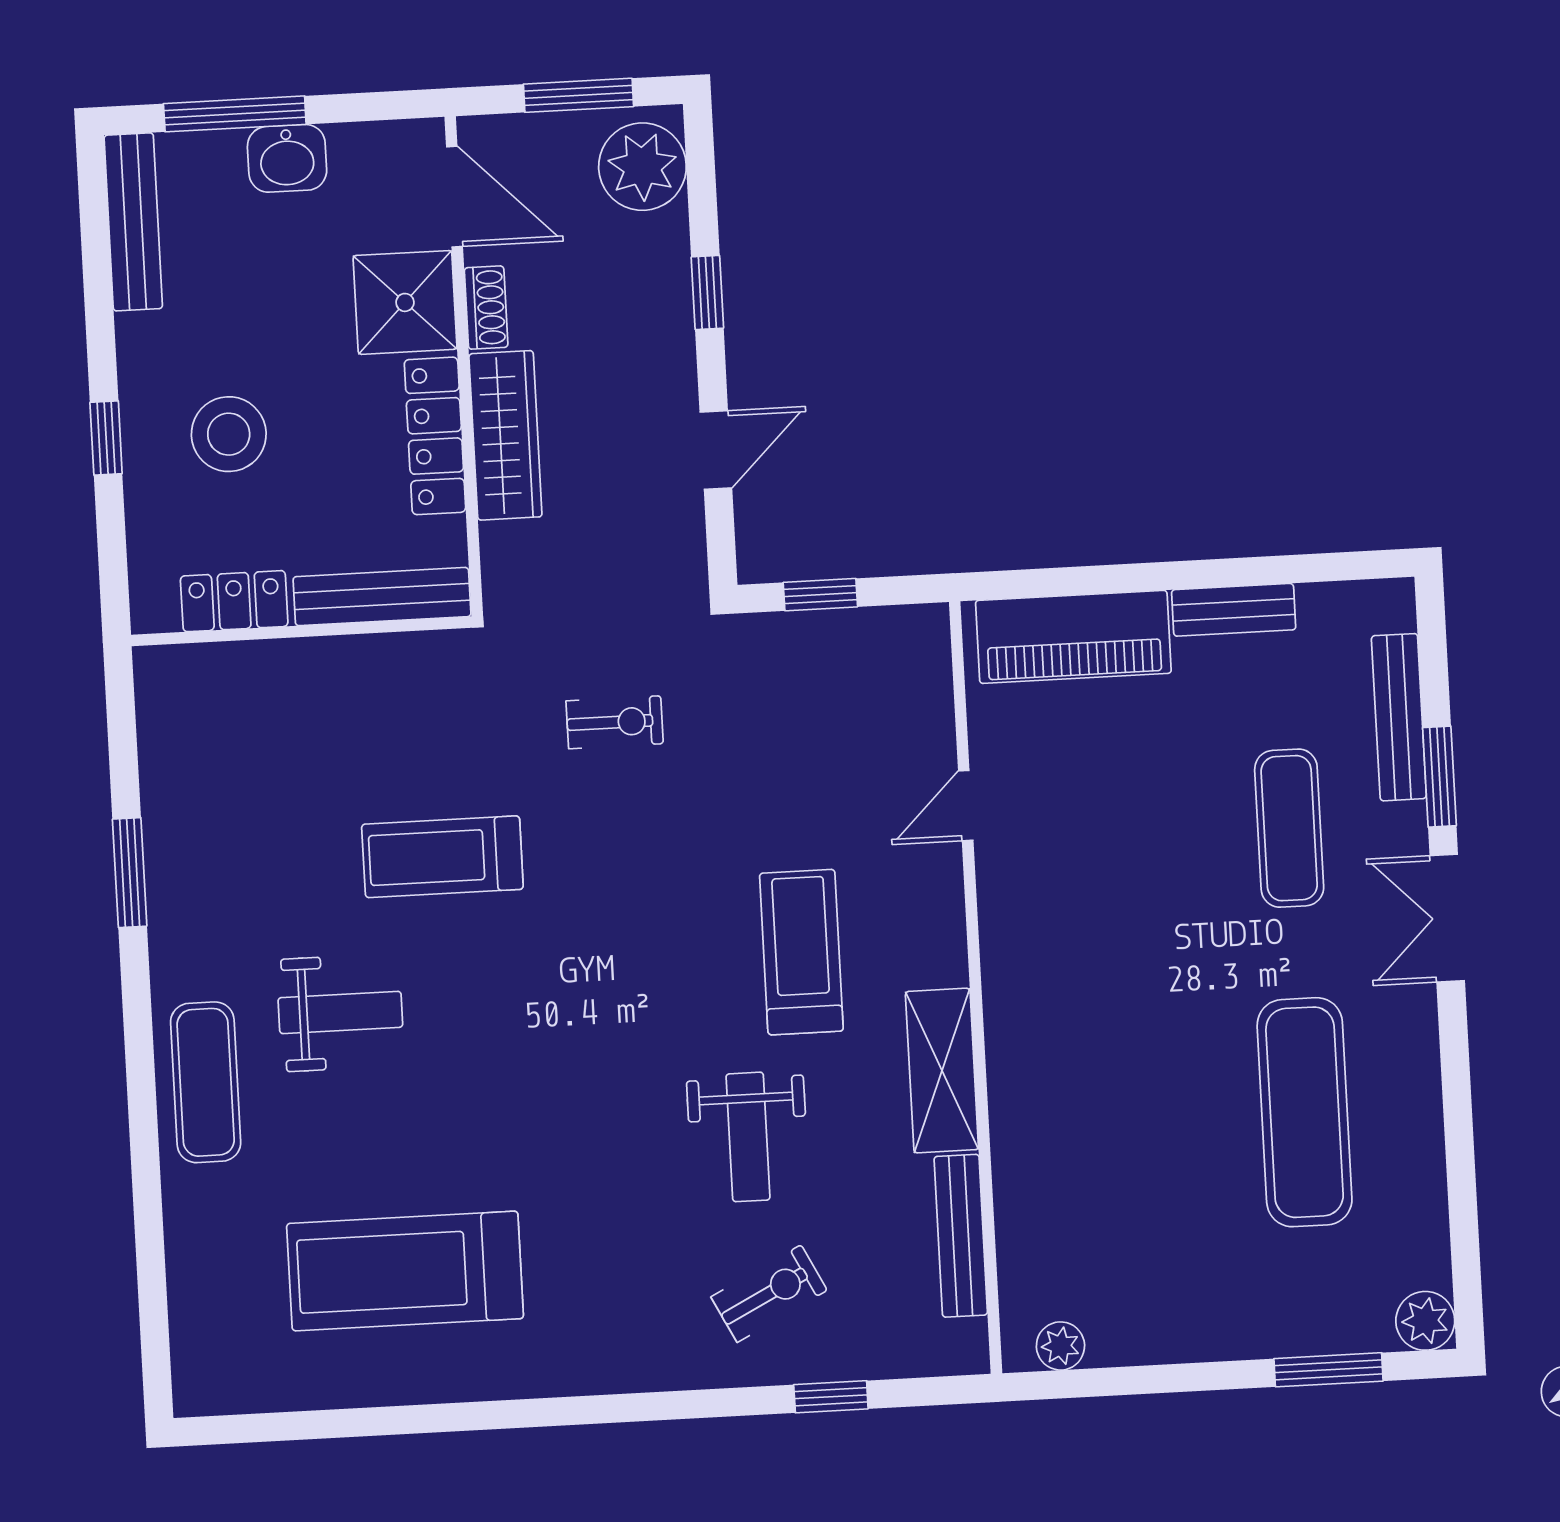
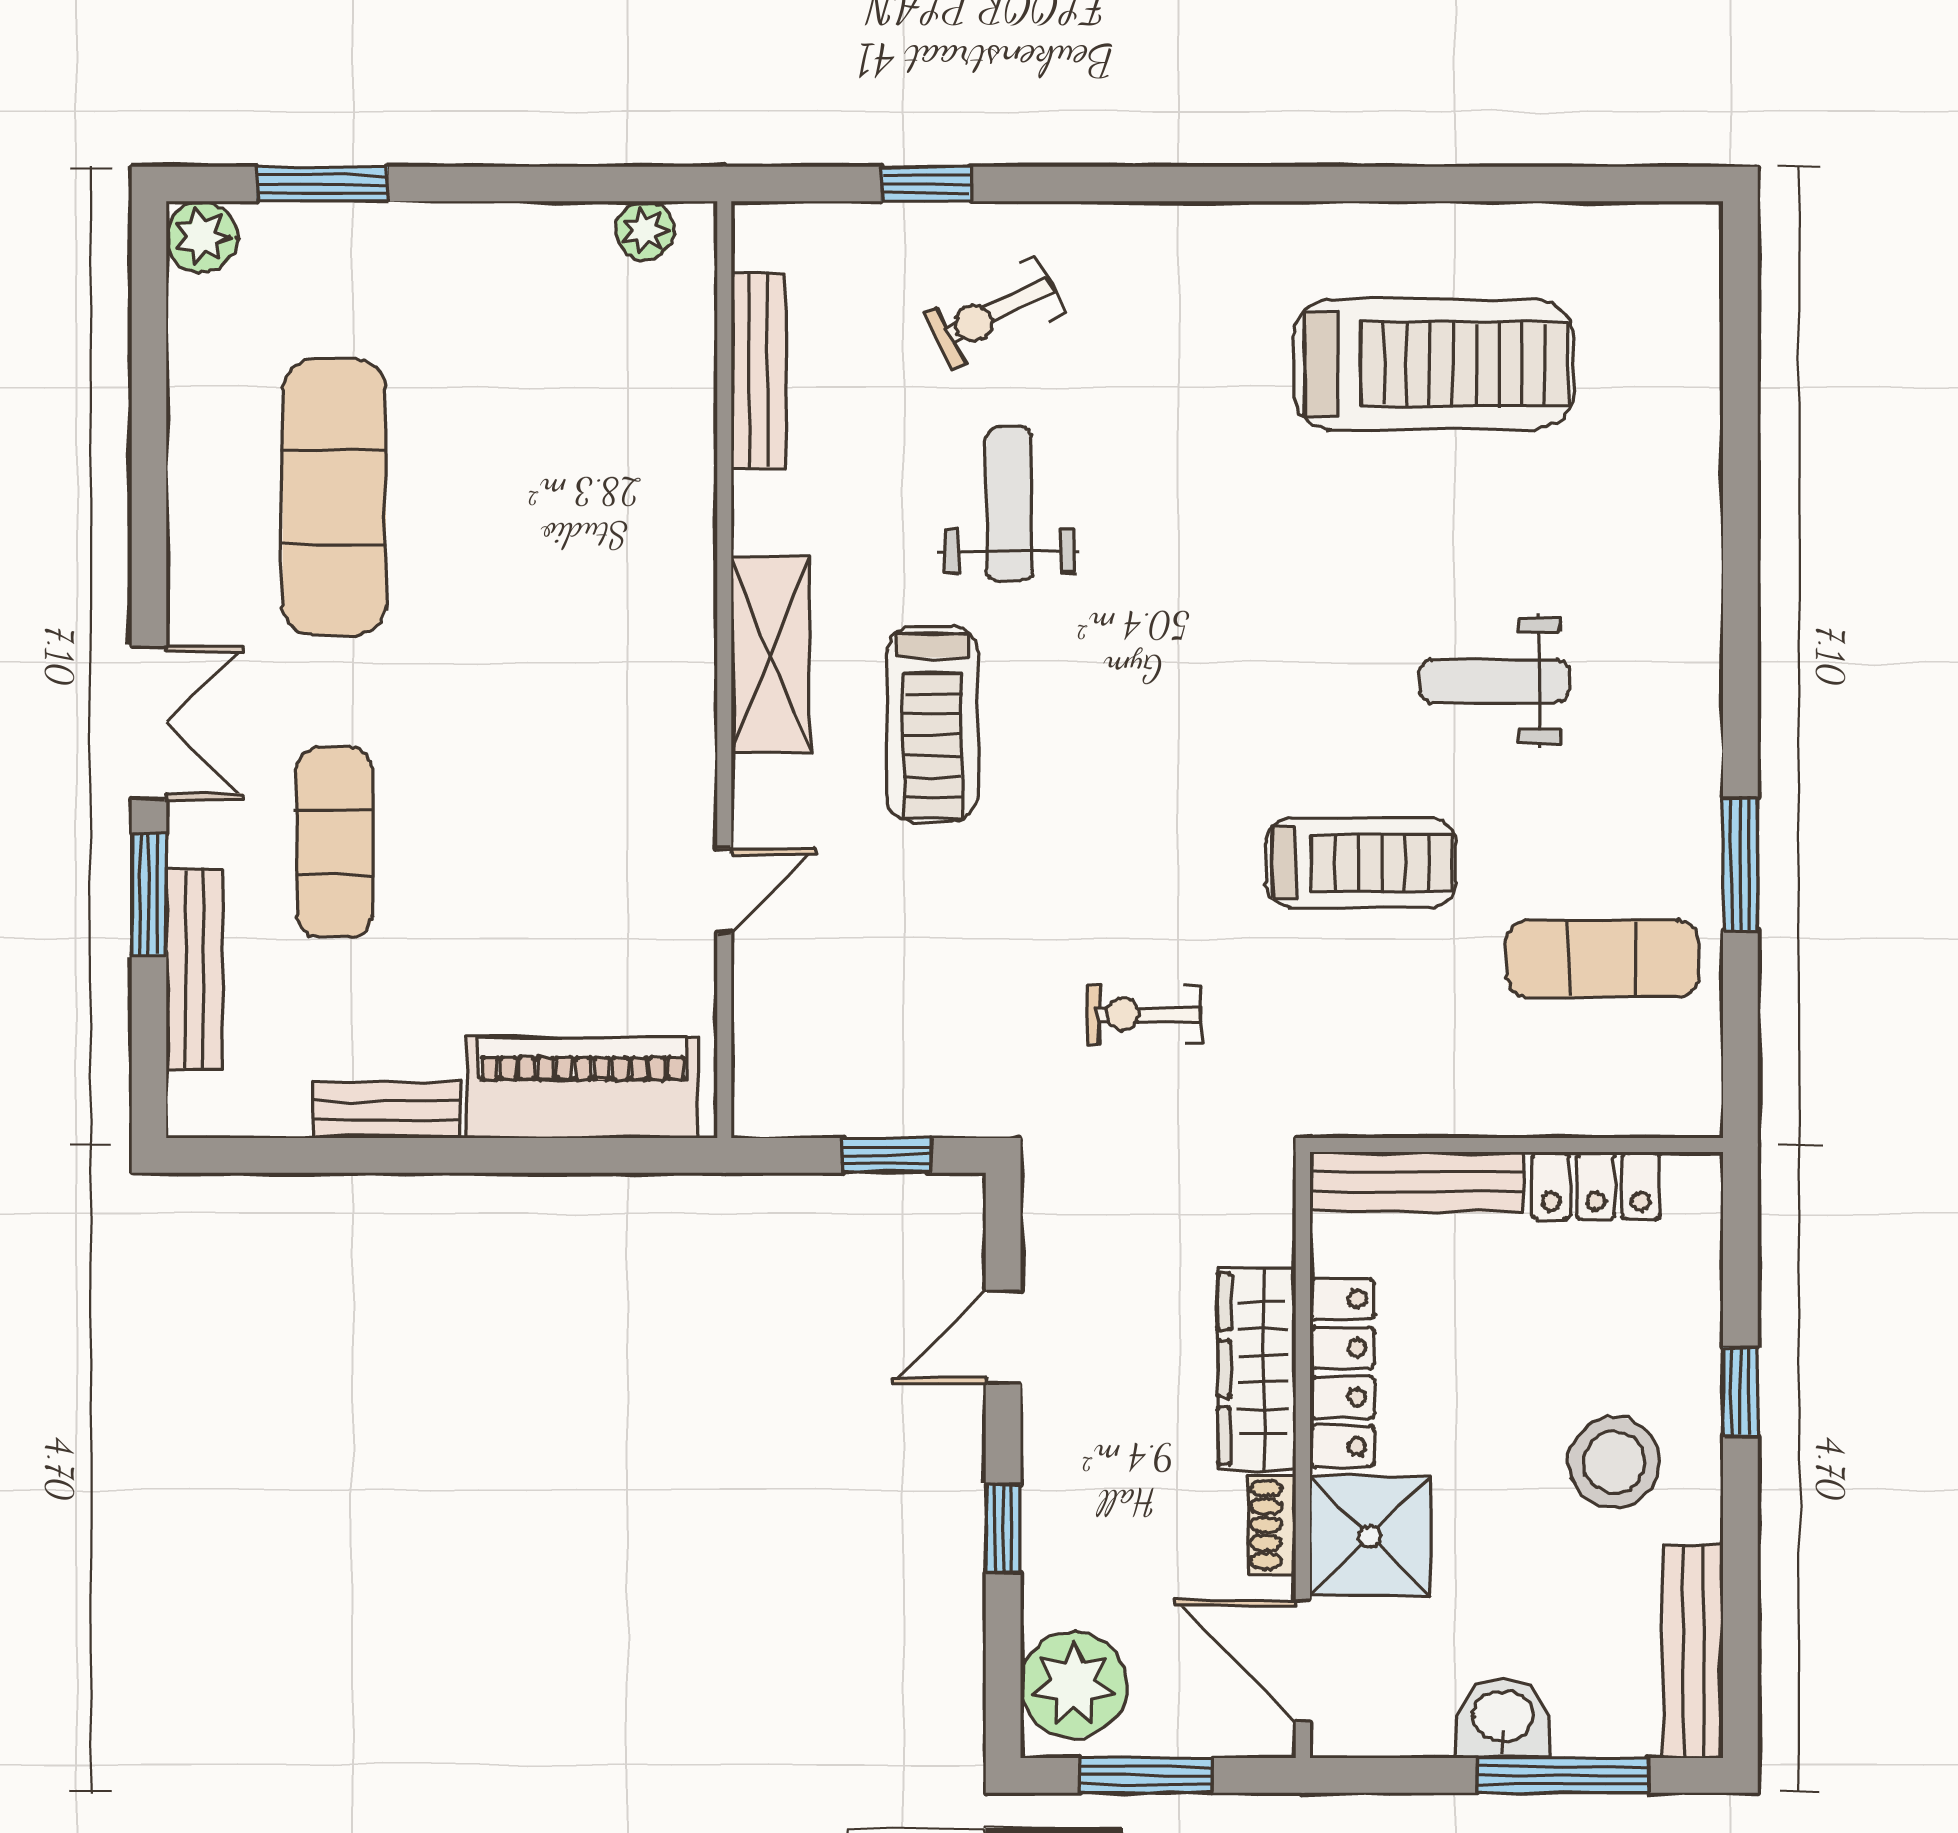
stool: (229, 434) -> (1614, 1462), moved
shelving: (942, 1071) -> (770, 654), moved
exercise mat: (206, 1082) -> (1603, 959), moved, turned 90

